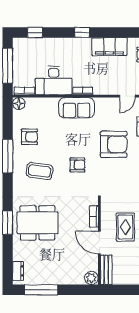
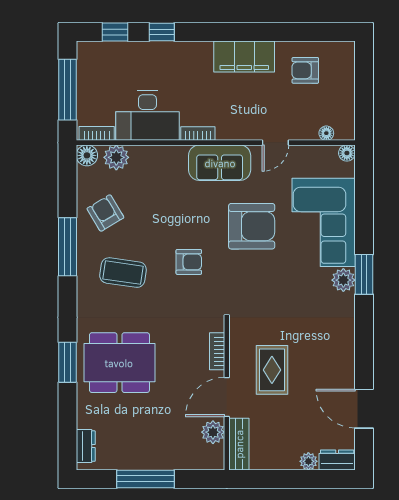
window: (82, 32) -> (162, 32), moved
plant: (36, 105) -> (116, 157), added
sofa: (77, 108) -> (220, 163), moved
armchair: (29, 137) -> (105, 213), turned -121
door: (99, 243) -> (227, 397), hinge flipped
plant: (91, 278) -> (213, 432), moved
window: (41, 290) -> (146, 479), moved

